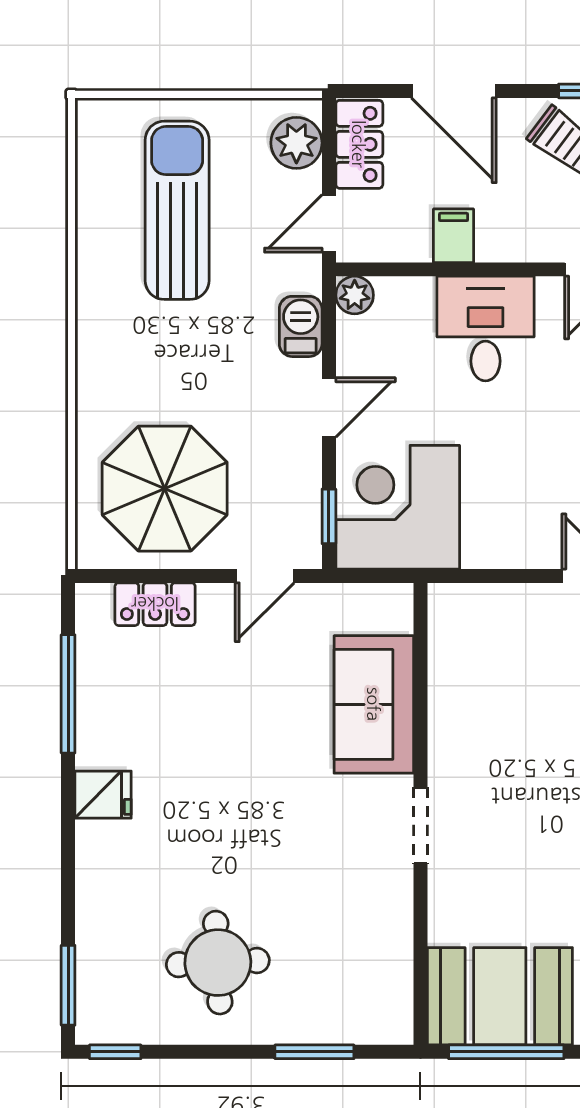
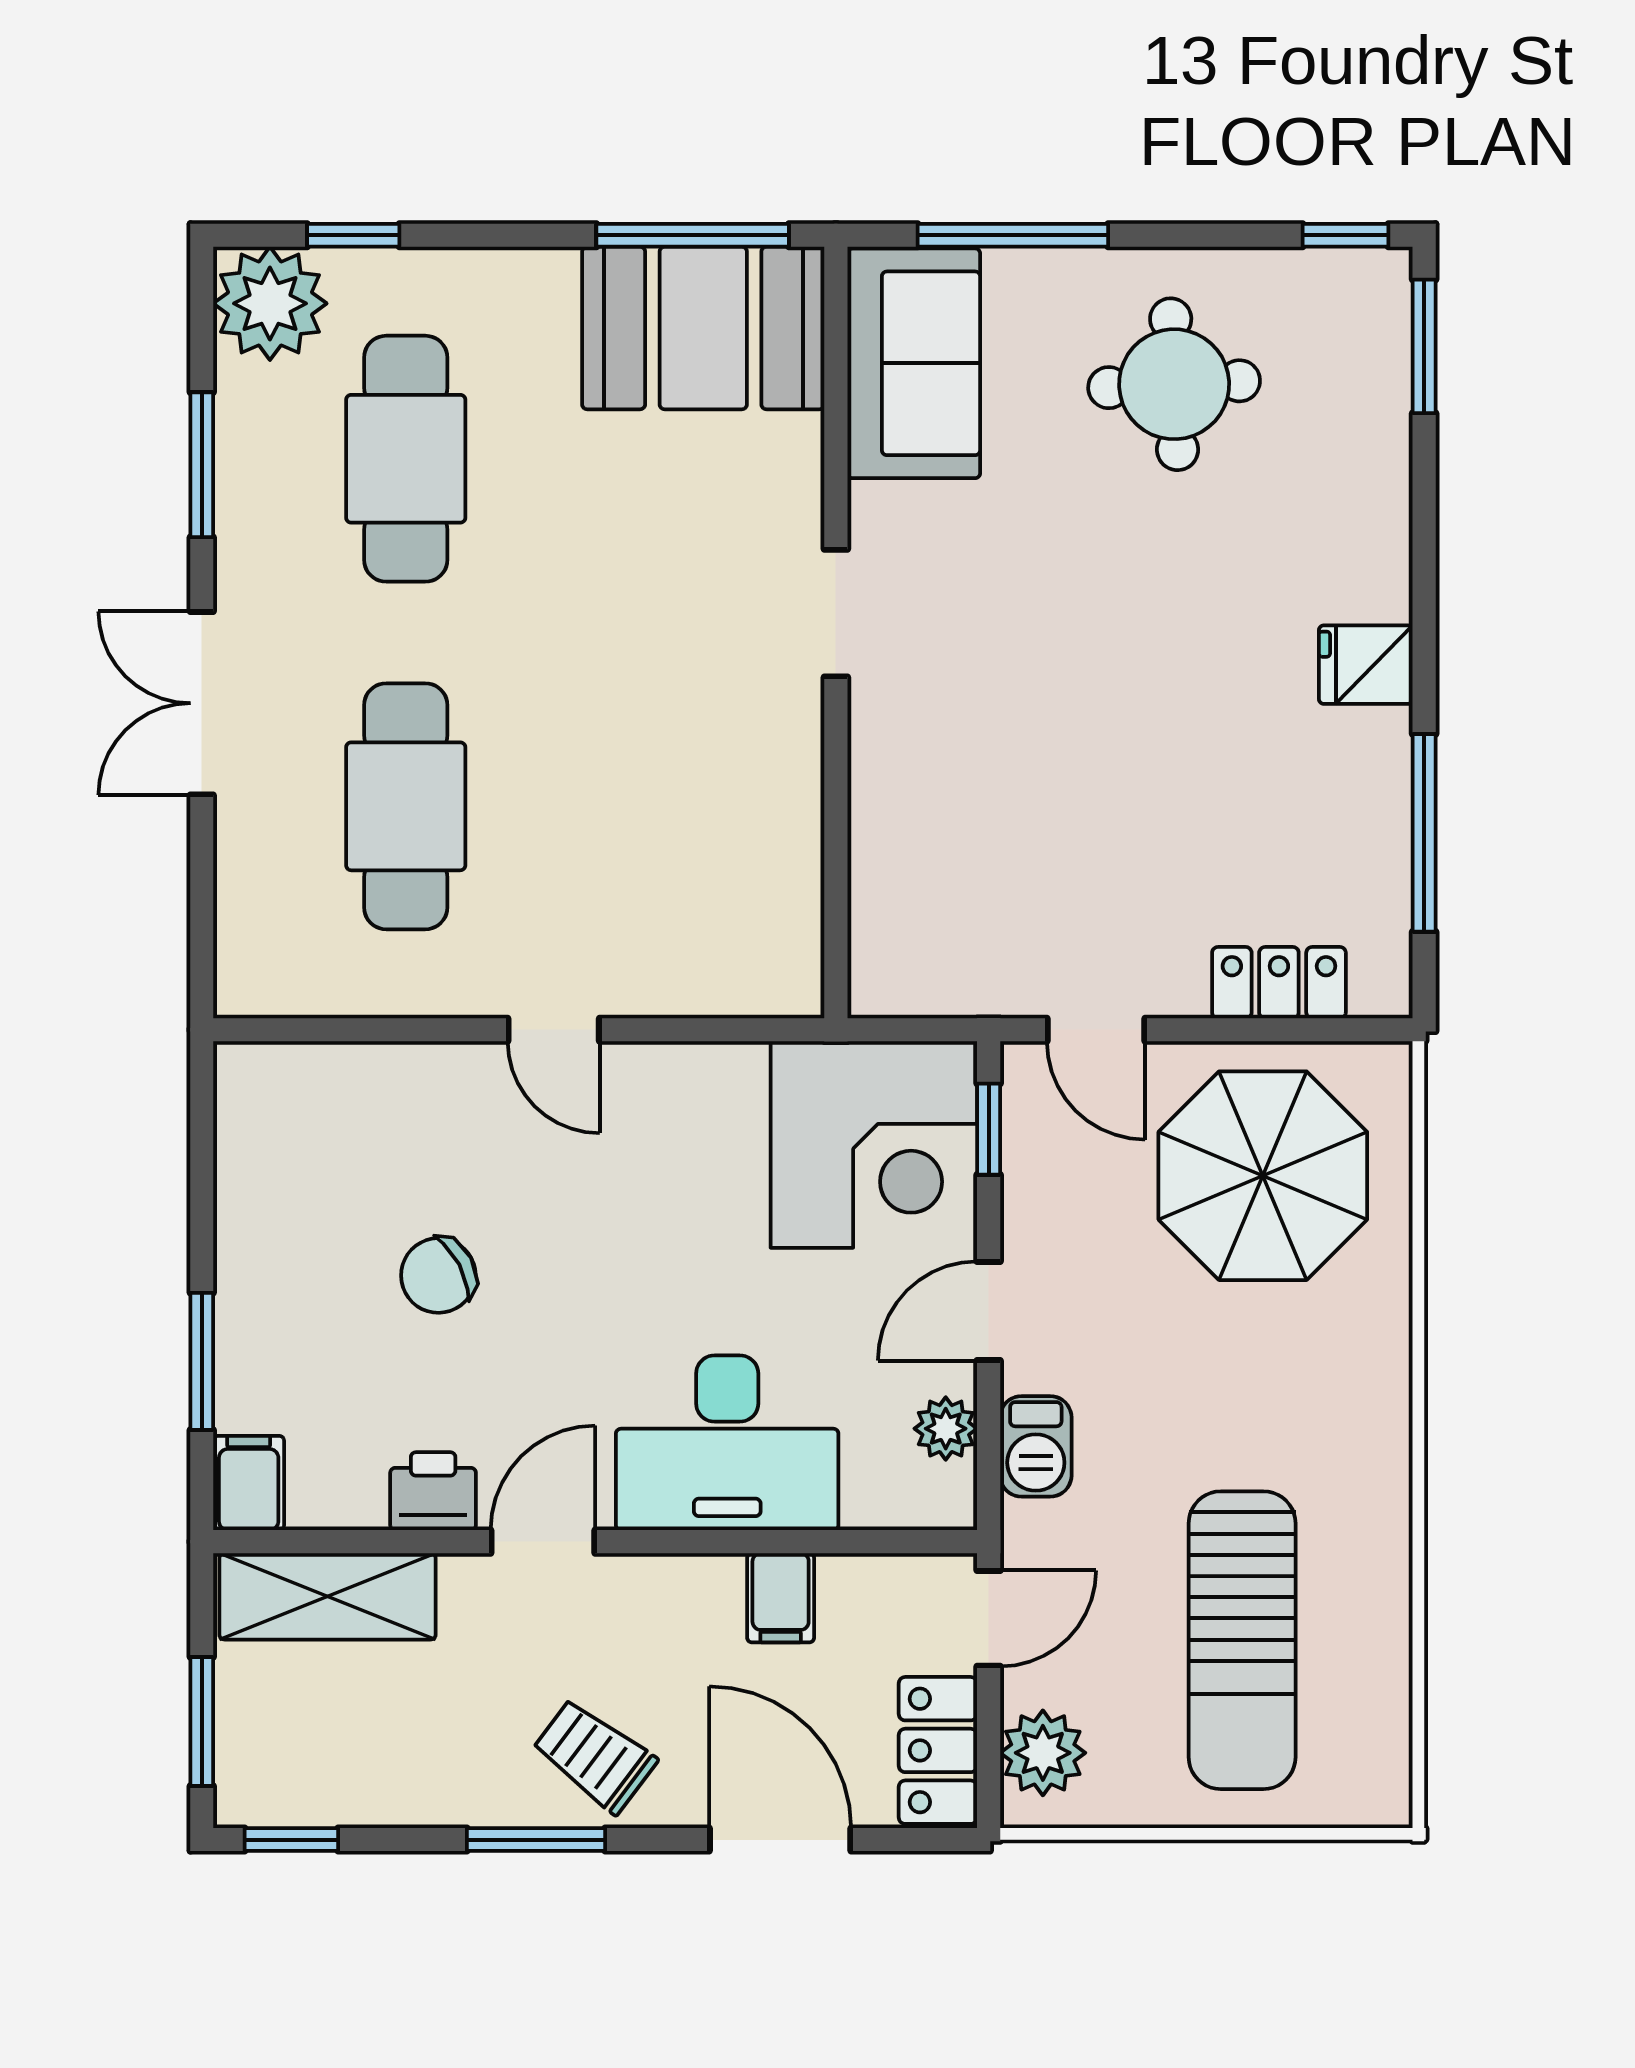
plant: (355, 295) -> (946, 1429), moved
desk: (485, 329) -> (727, 1443), width x1.37
door: (265, 576) -> (1096, 1030), swing flipped
sofa: (374, 704) -> (914, 363), moved
window: (314, 1052) -> (1013, 235), width x1.44

